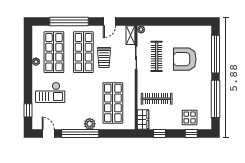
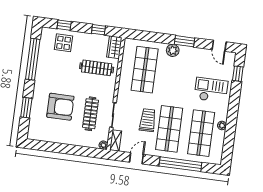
window: (216, 54) -> (26, 108), width x0.47
window: (80, 134) -> (185, 41), width x0.47

